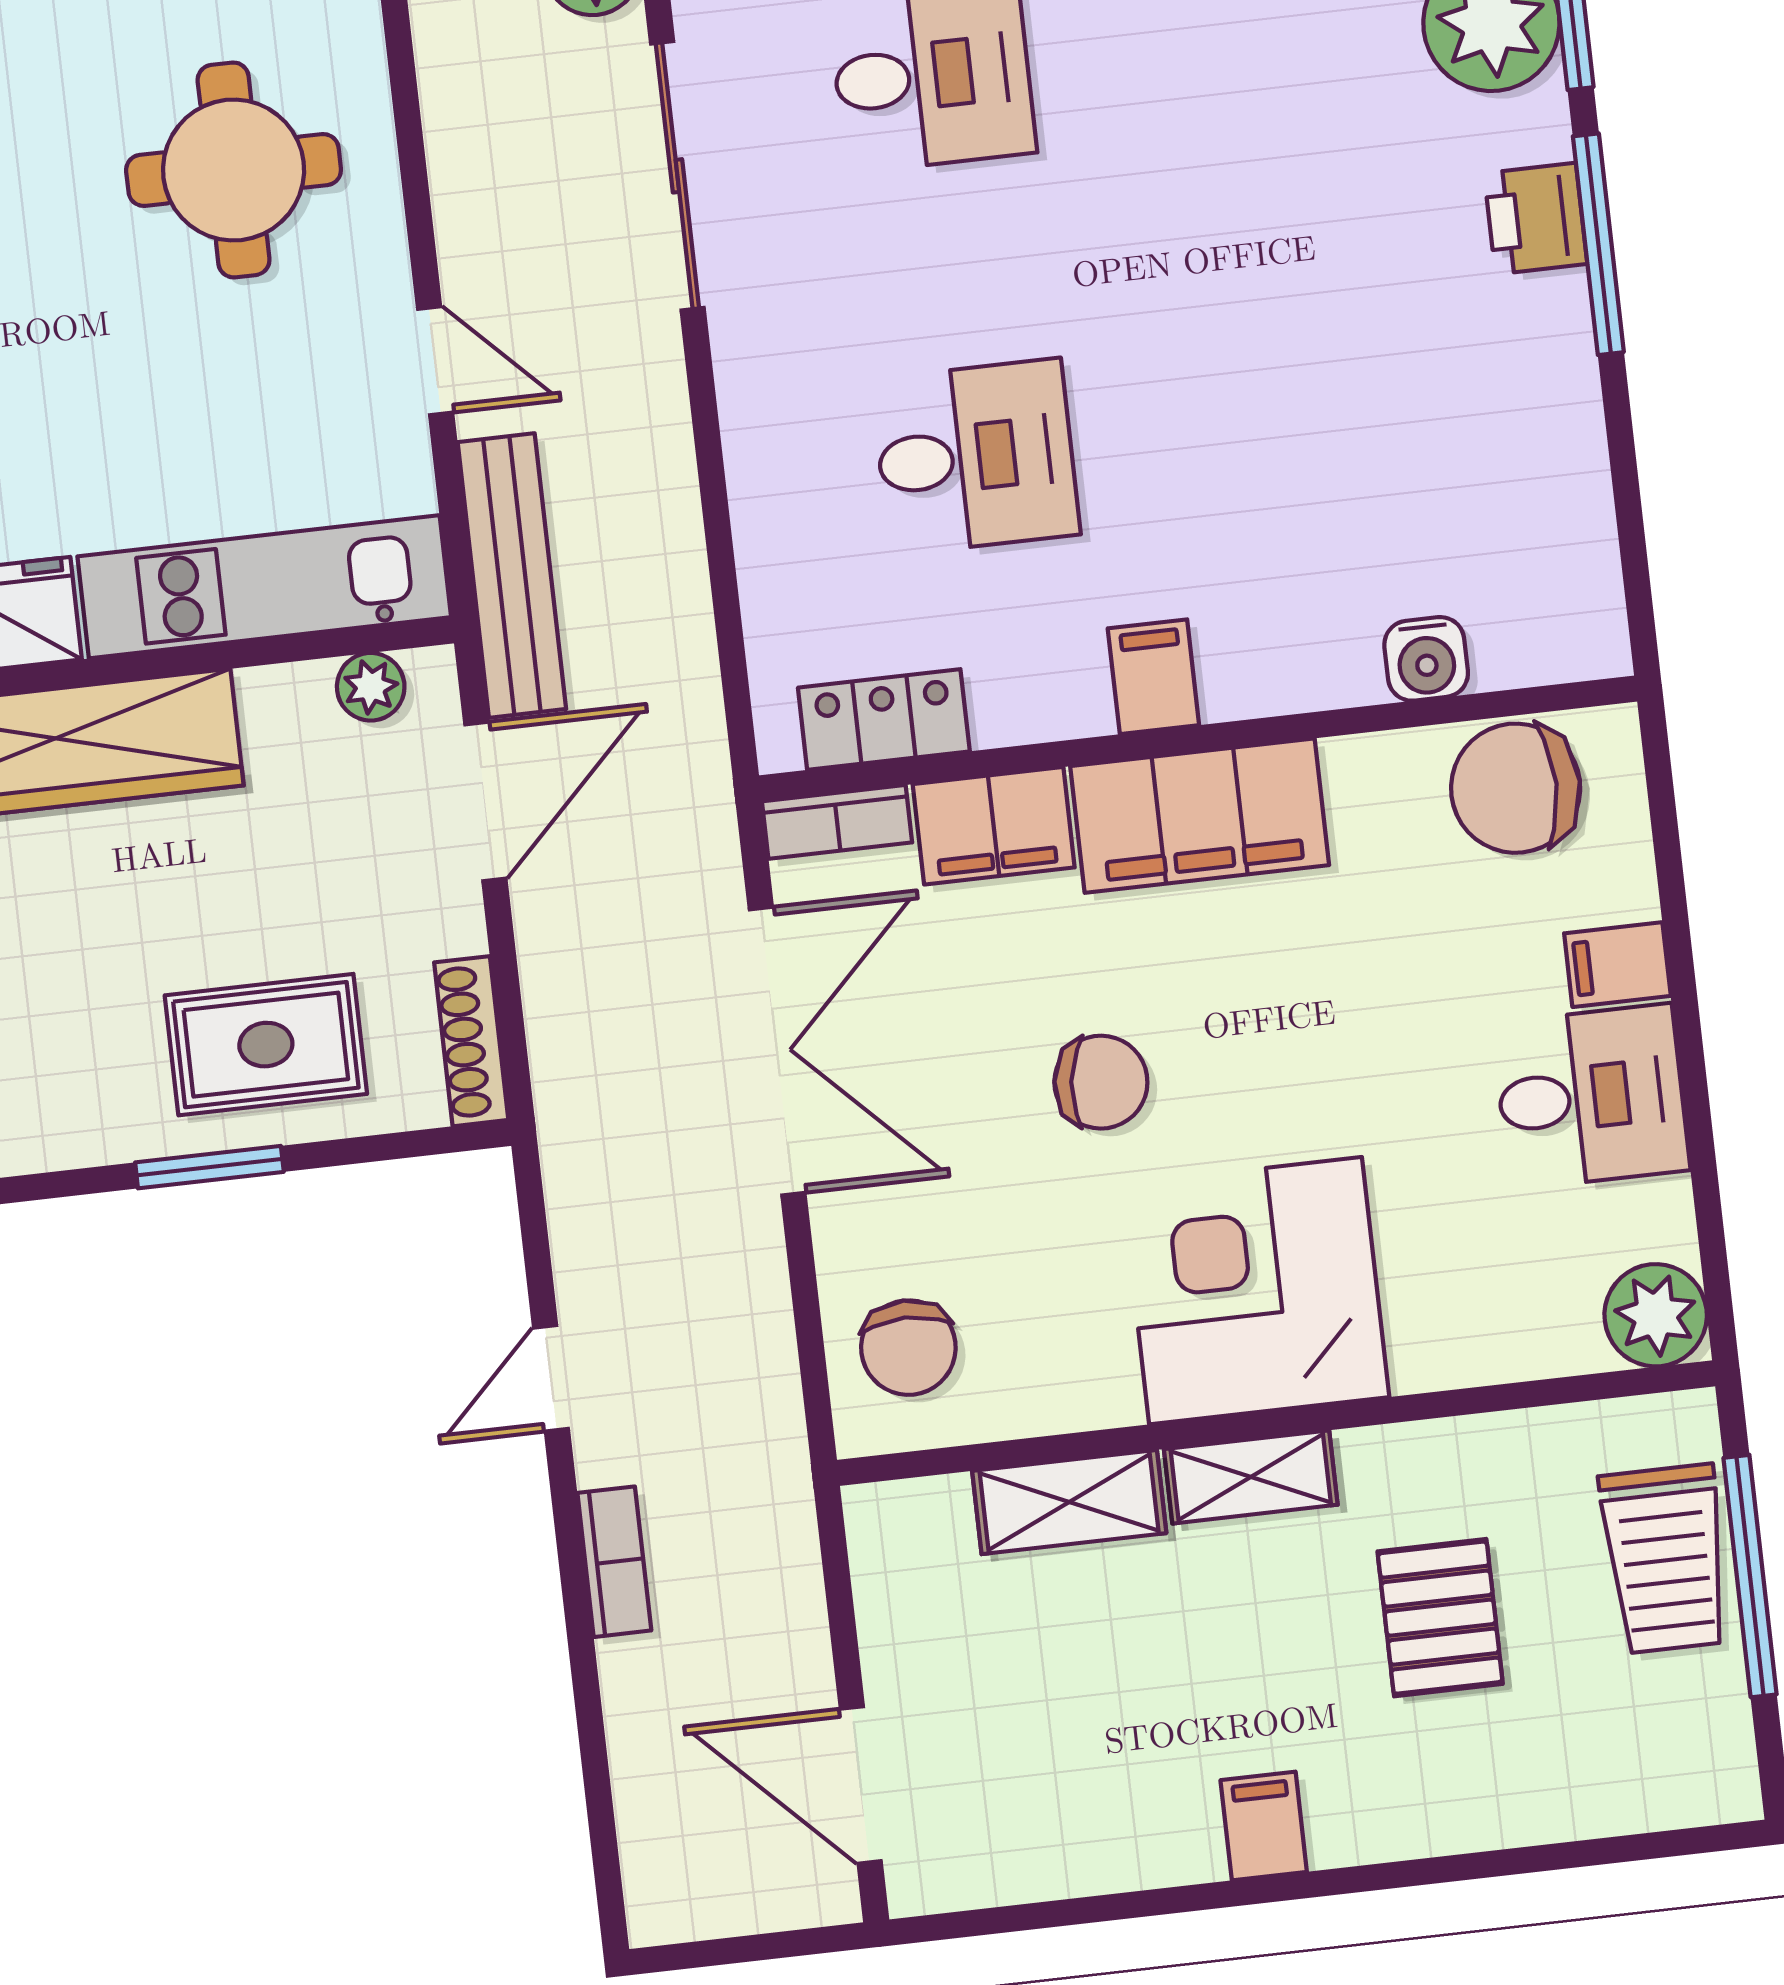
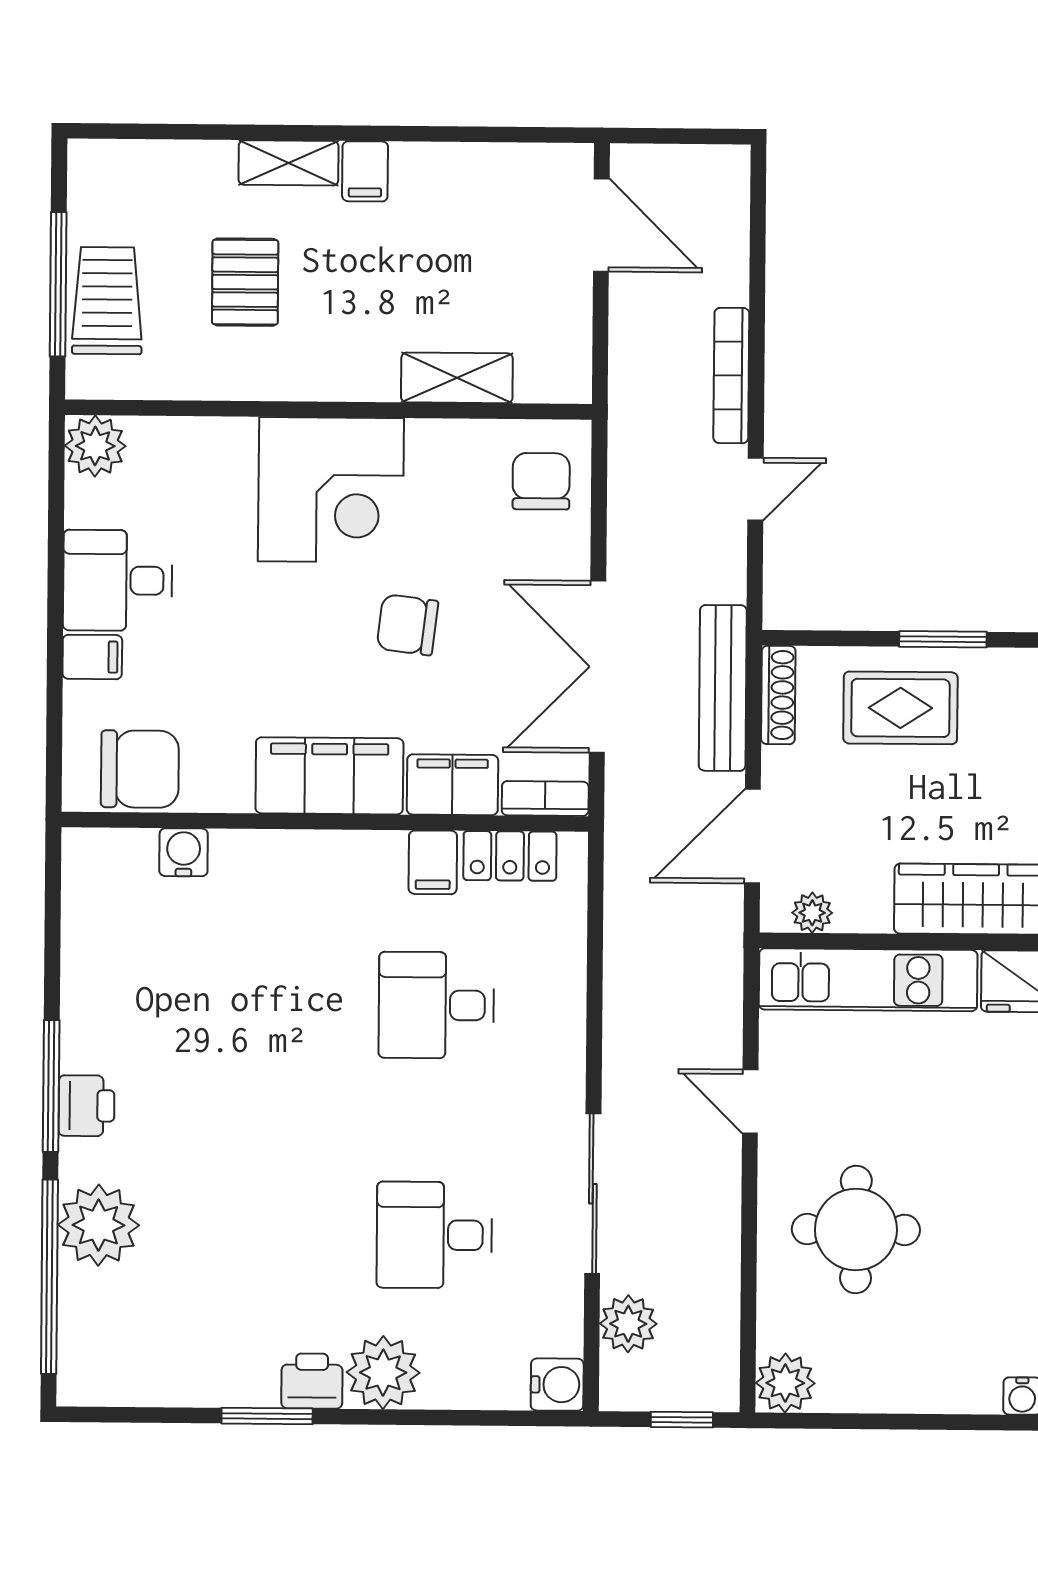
bench: (512, 576) -> (723, 688), moved
filing cabinet: (1153, 677) -> (433, 862), moved
shelving: (1251, 1477) -> (289, 163), moved
bookcase: (614, 1562) -> (731, 376), width x1.56

